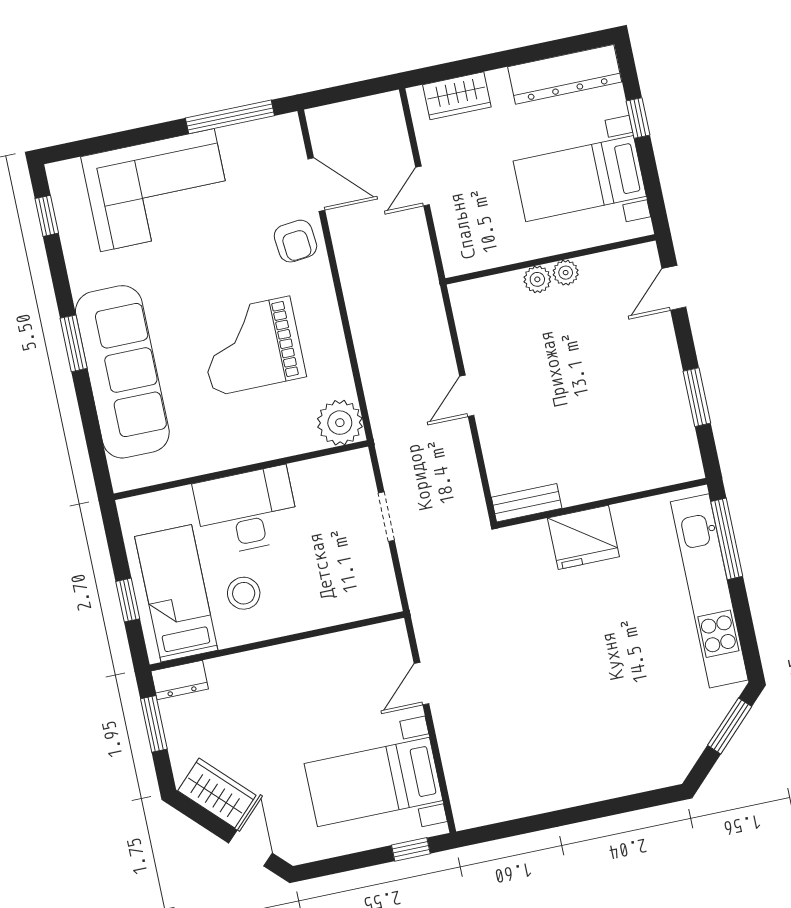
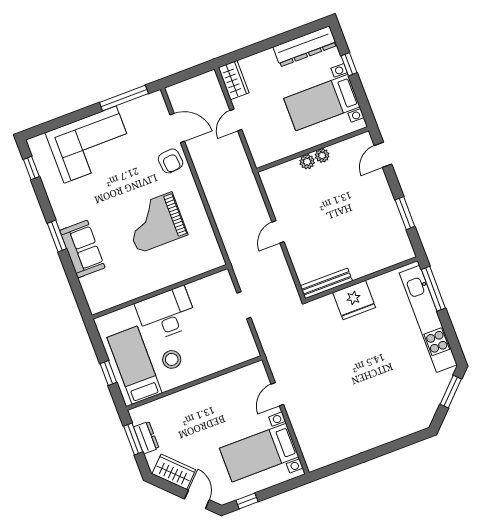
wardrobe: (457, 96) -> (234, 80), moved, turned -90
sofa: (122, 372) -> (82, 249), width x0.54, depth x0.79
plant: (340, 423) -> (210, 257), removed
bench: (527, 503) -> (326, 283), width x1.36
dresser: (180, 680) -> (146, 438), moved, turned -90
window: (411, 849) -> (247, 501), moved

